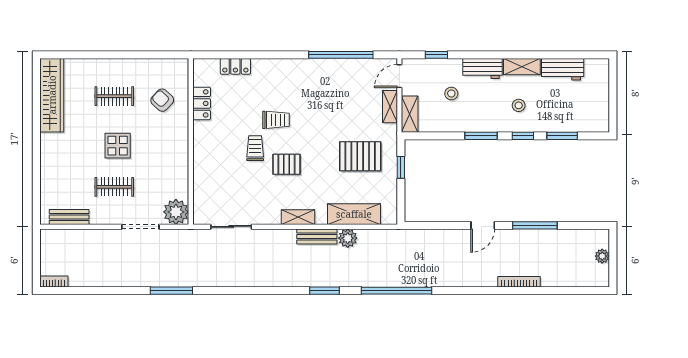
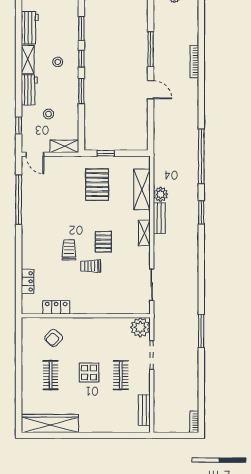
shelving: (390, 107) -> (59, 162), removed

